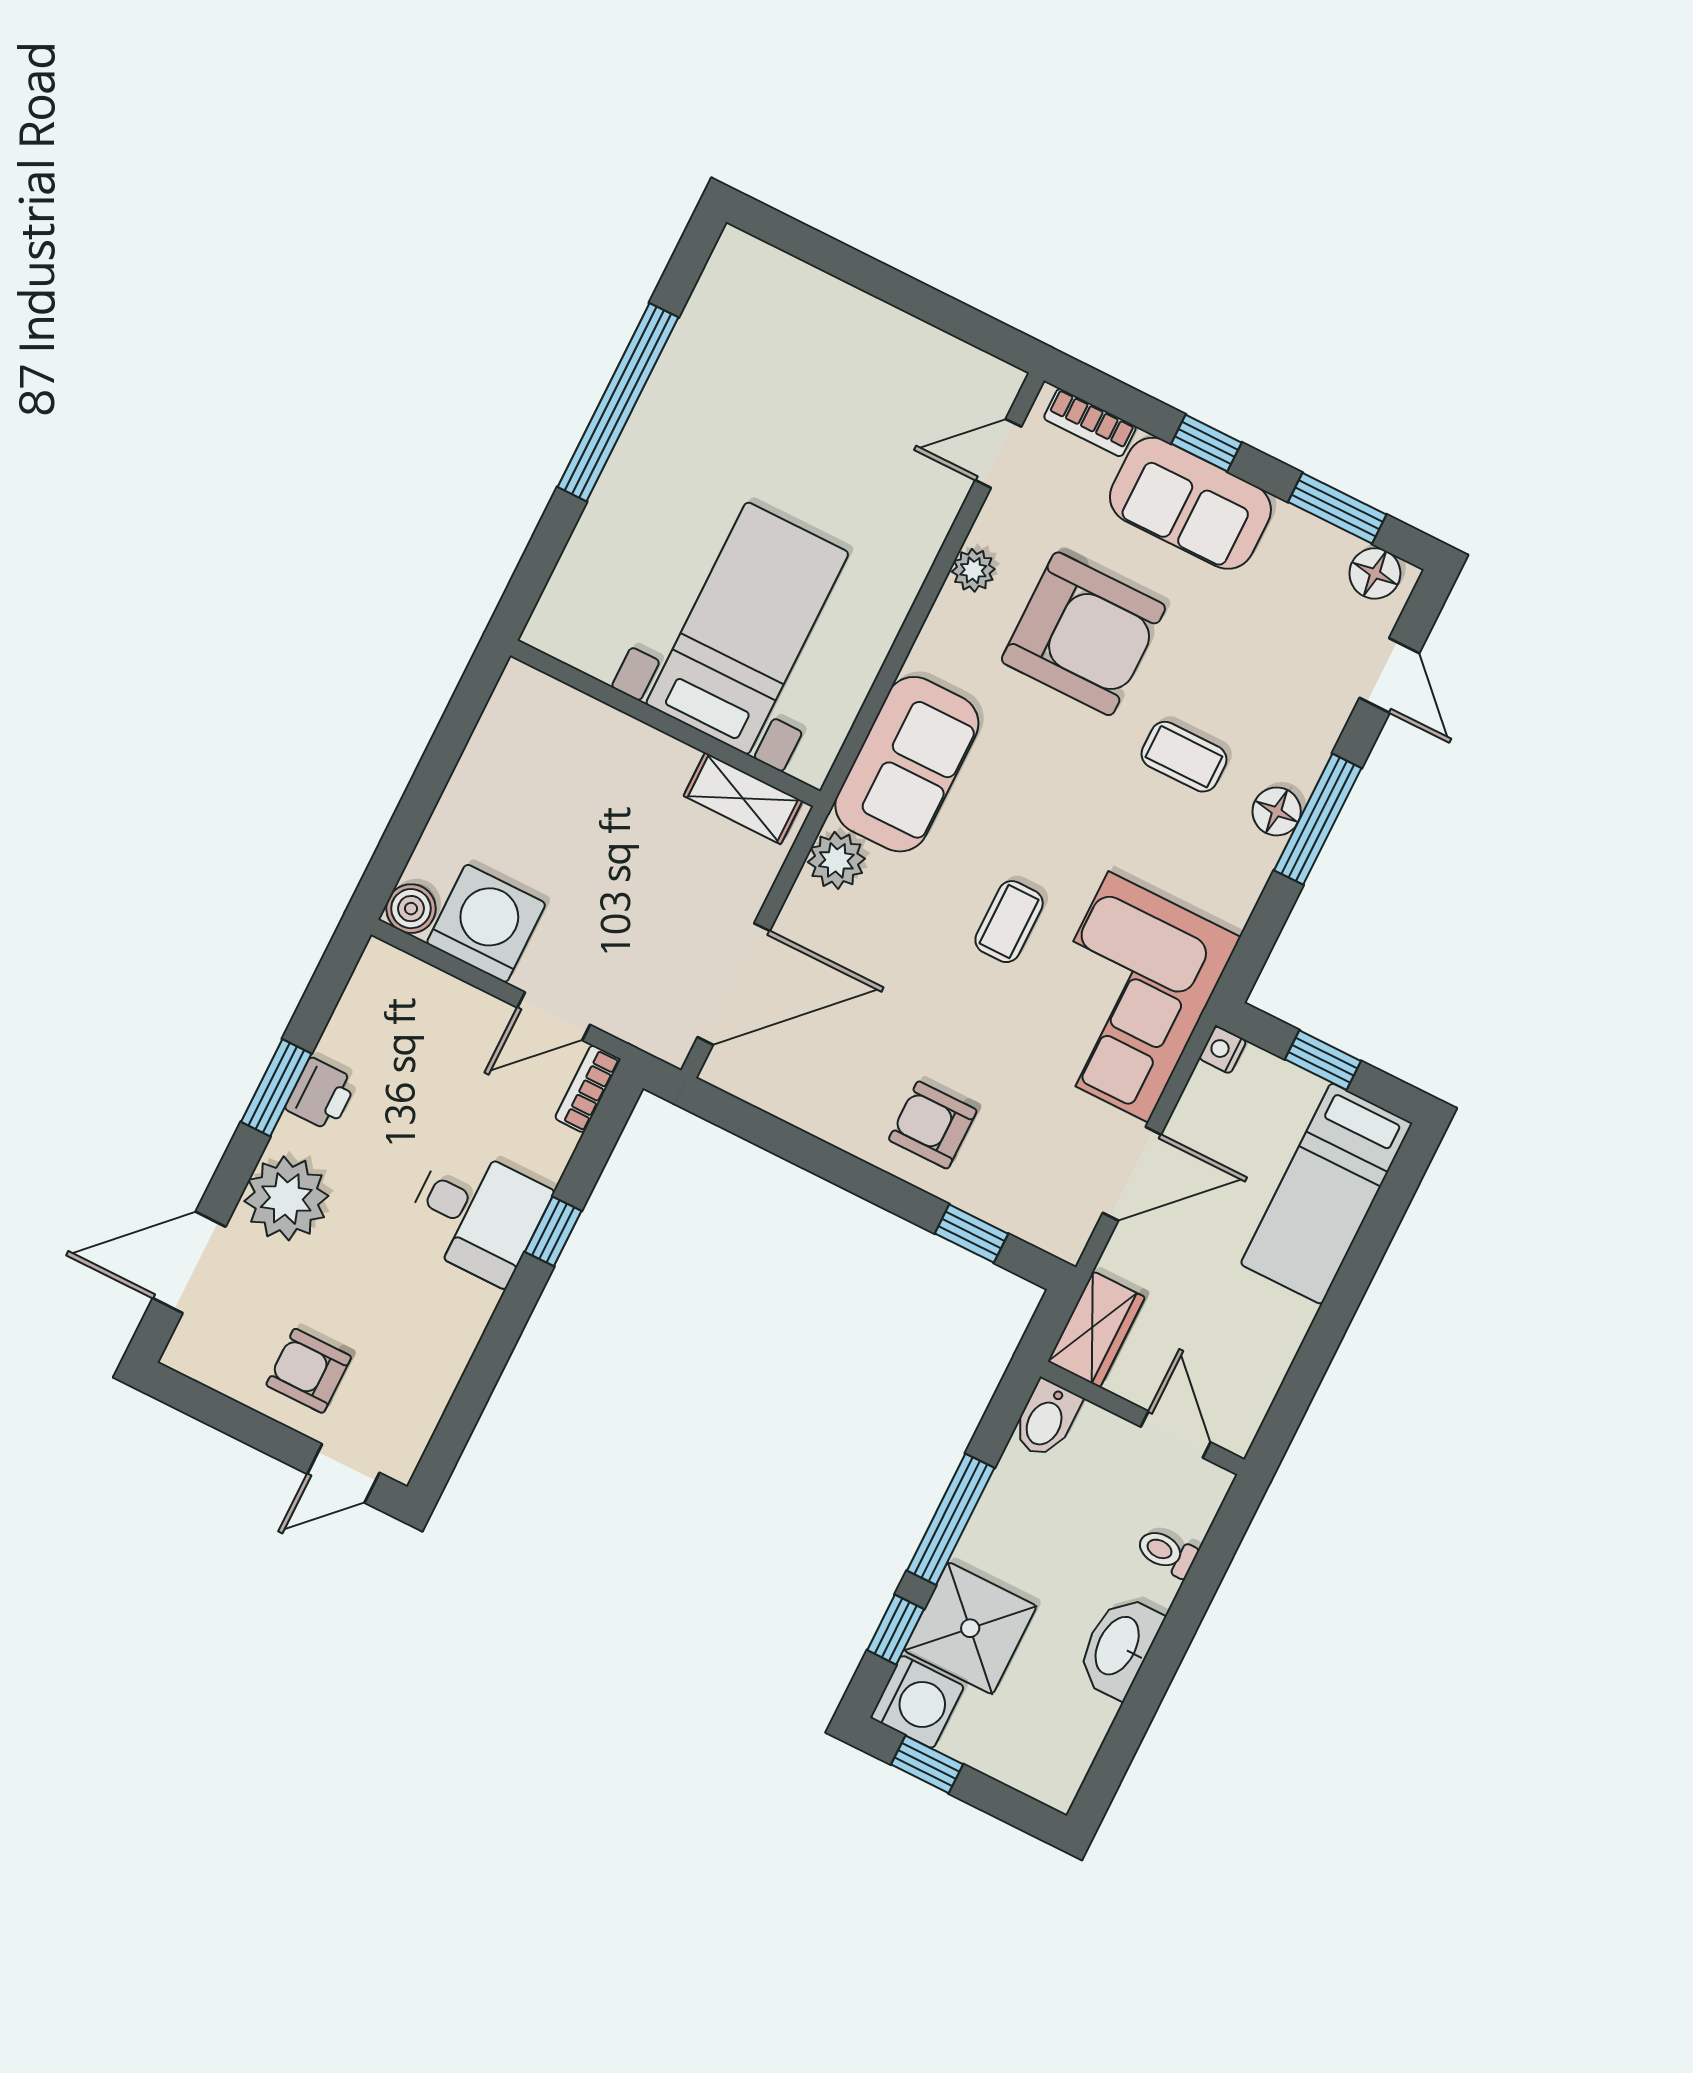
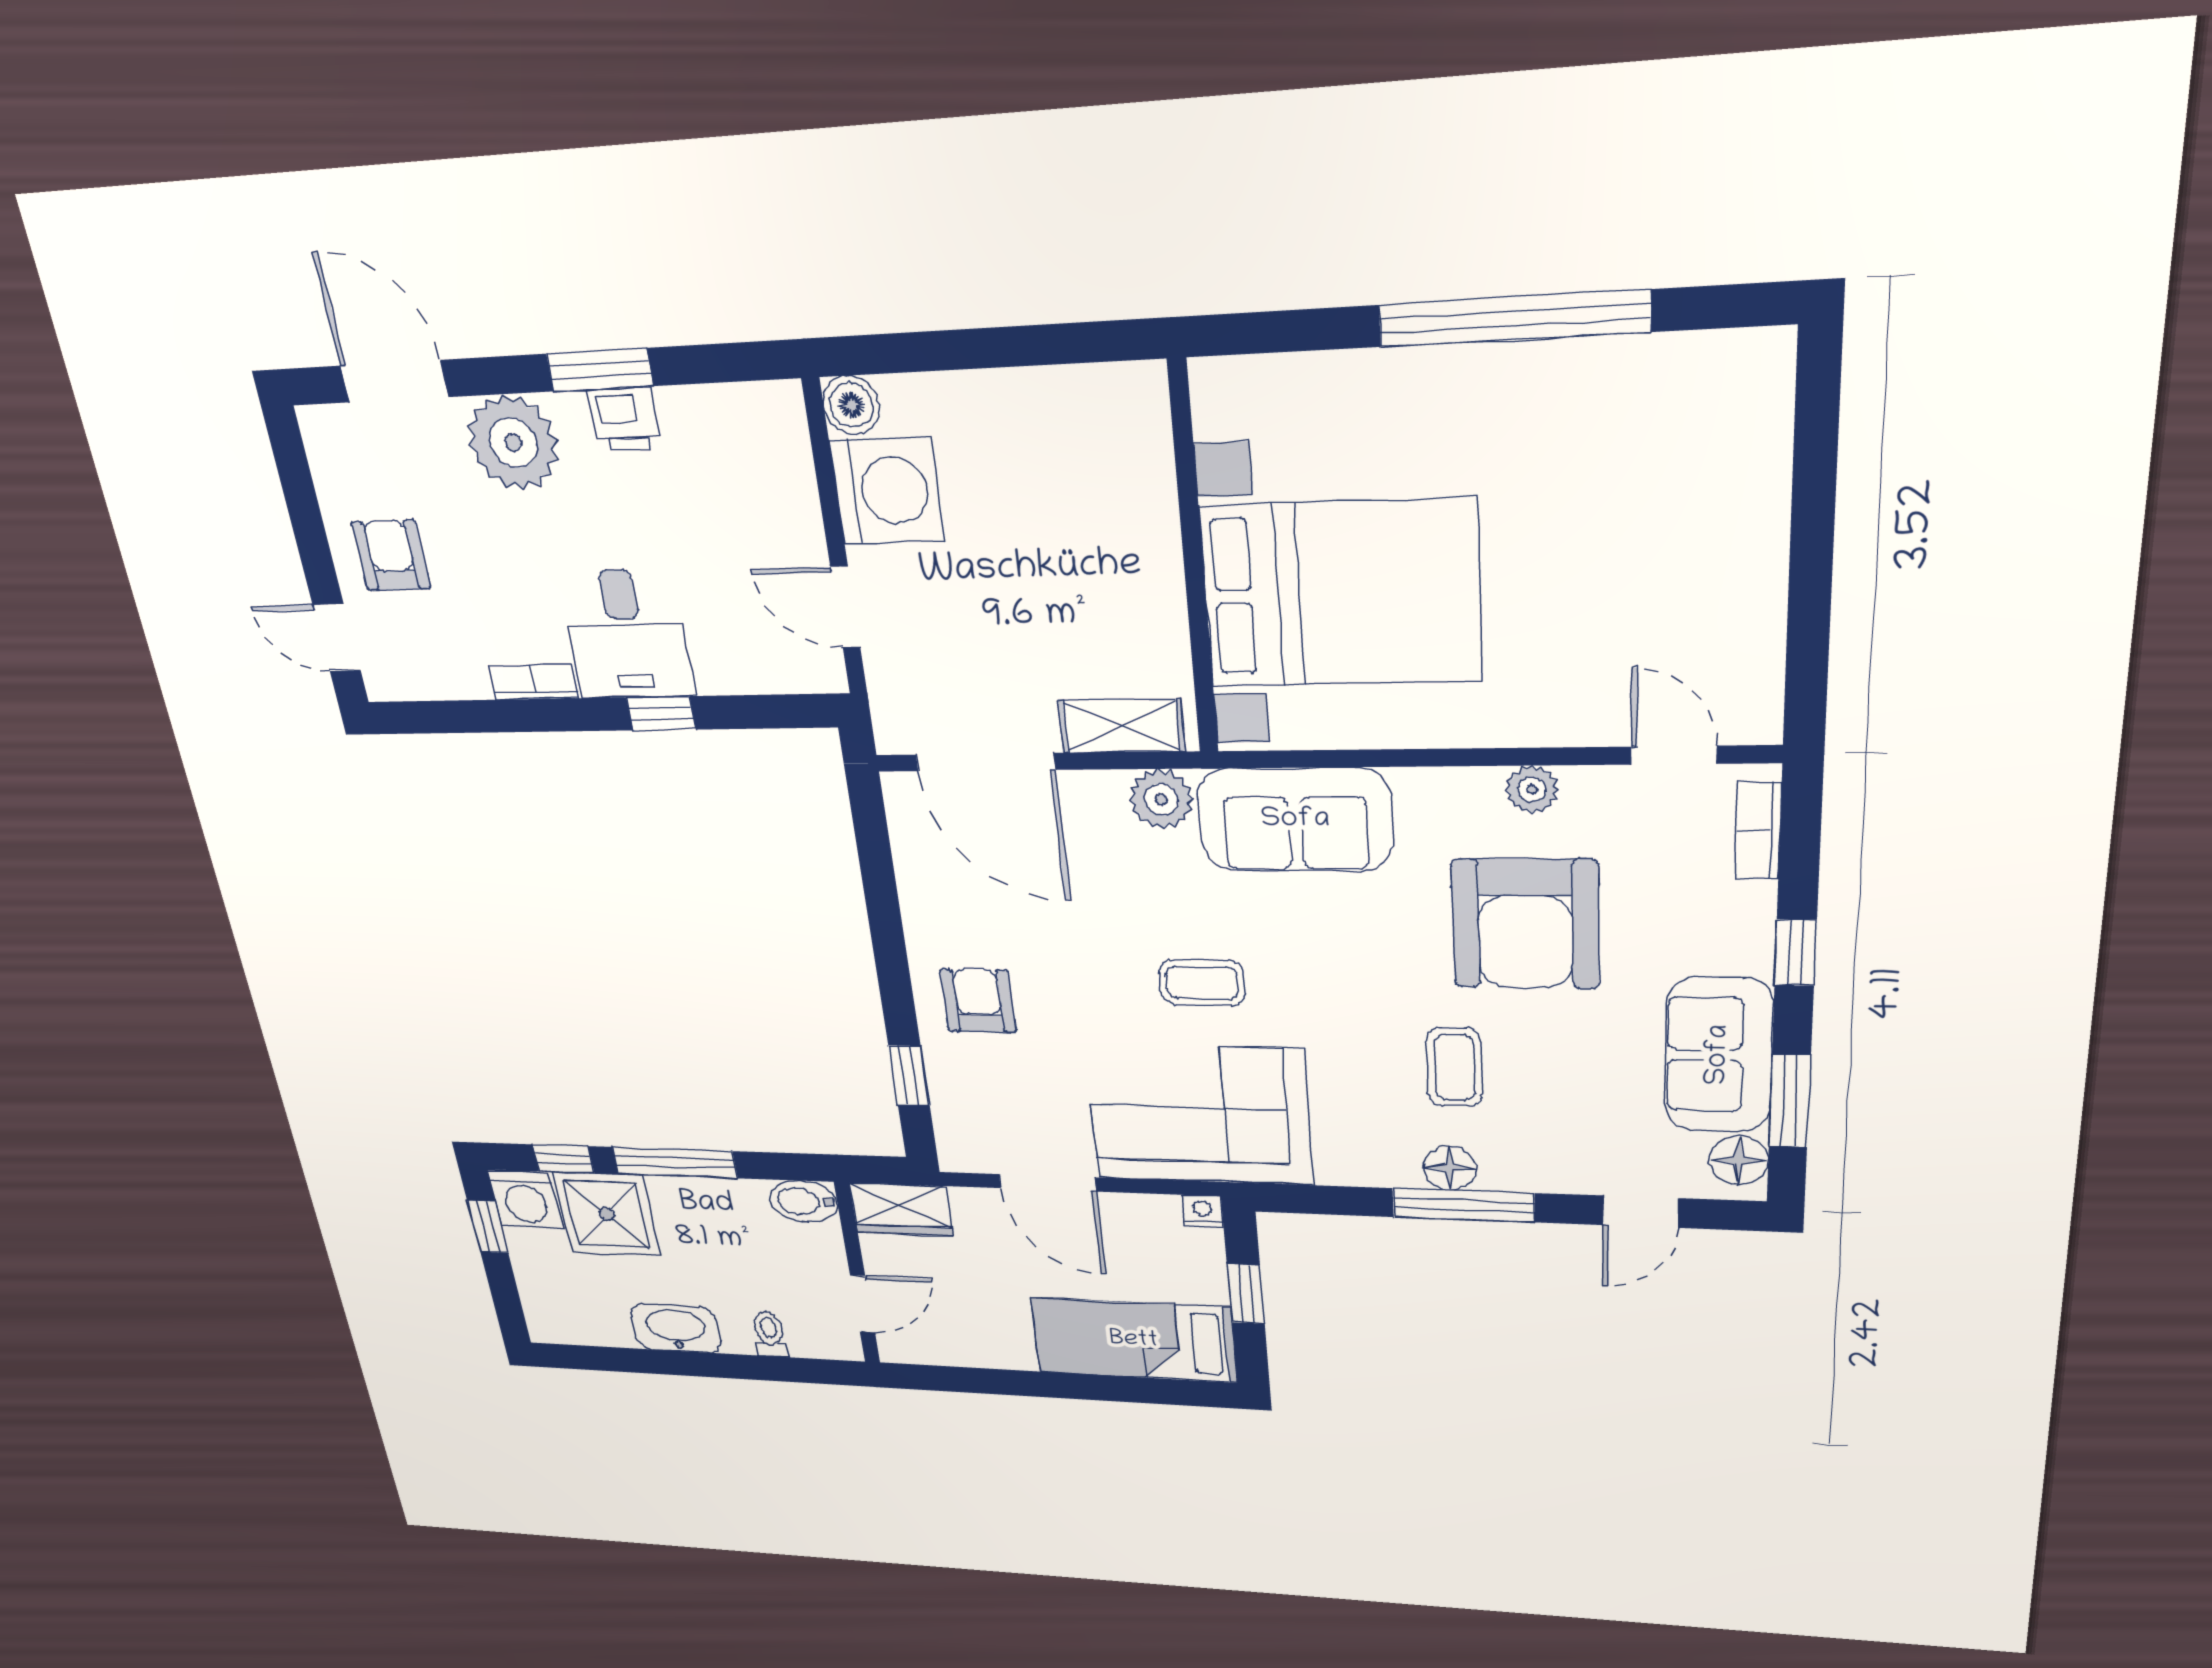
sofa: (1190, 503) -> (1719, 1055), moved
bed with nightstands: (747, 628) -> (1341, 594), width x1.36
shelving: (743, 798) -> (1121, 726), moved, turned 90
bookcase: (588, 1089) -> (533, 682), moved

